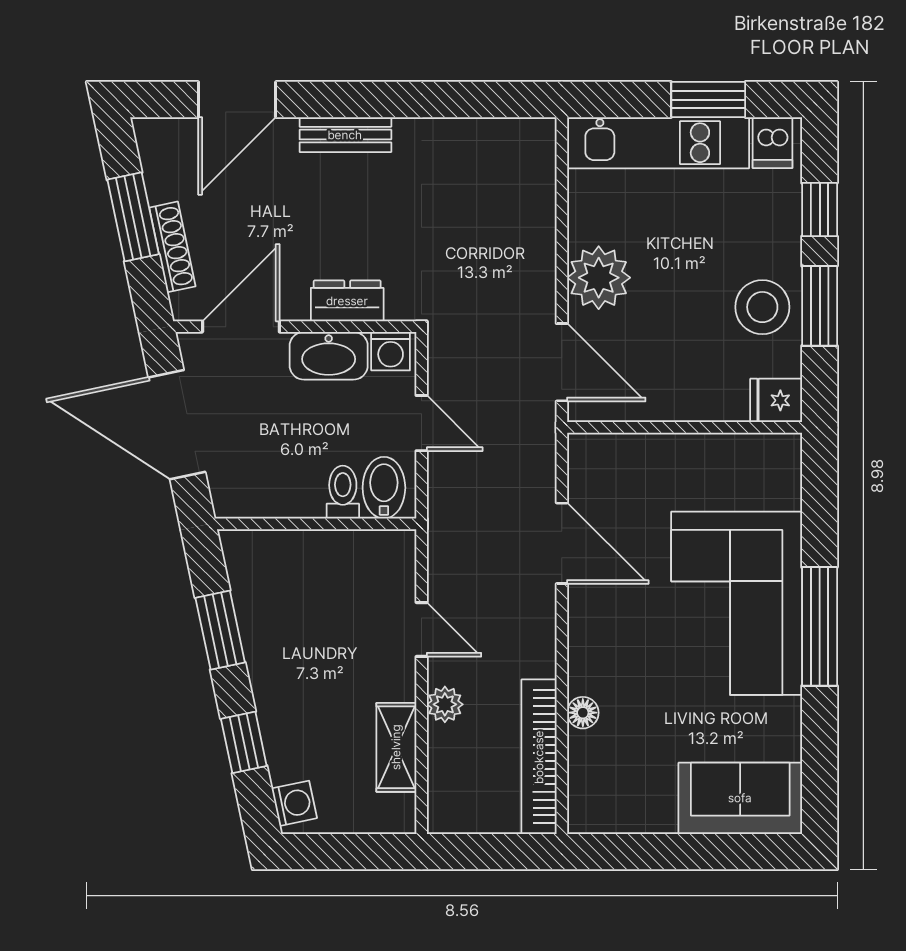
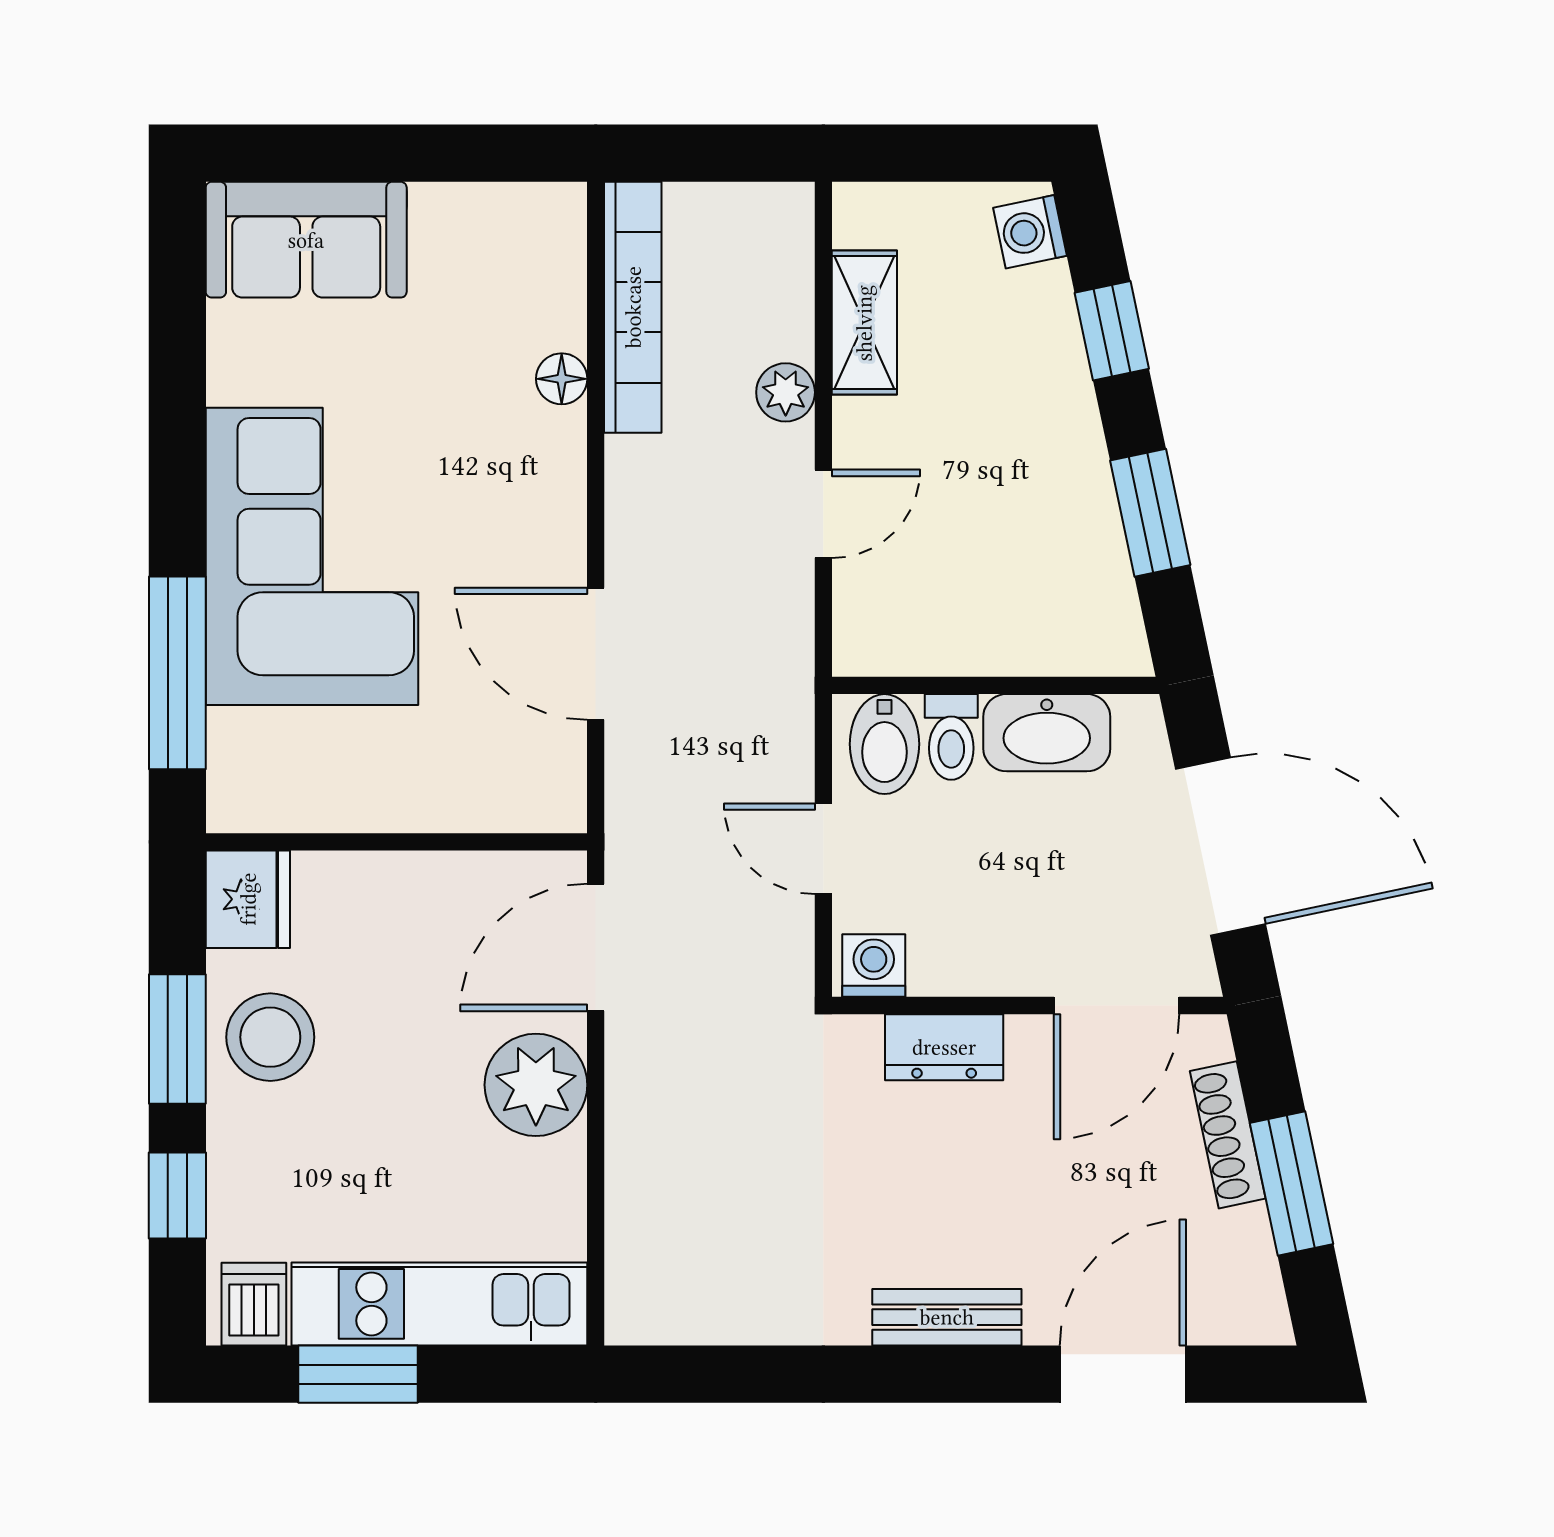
washbasin: (329, 356) -> (1047, 733), moved, turned 180
door: (562, 362) -> (596, 947), hinge flipped
fridge: (776, 400) -> (248, 899), width x1.38
window: (820, 626) -> (177, 673), moved
door: (422, 630) -> (823, 514), swing flipped

